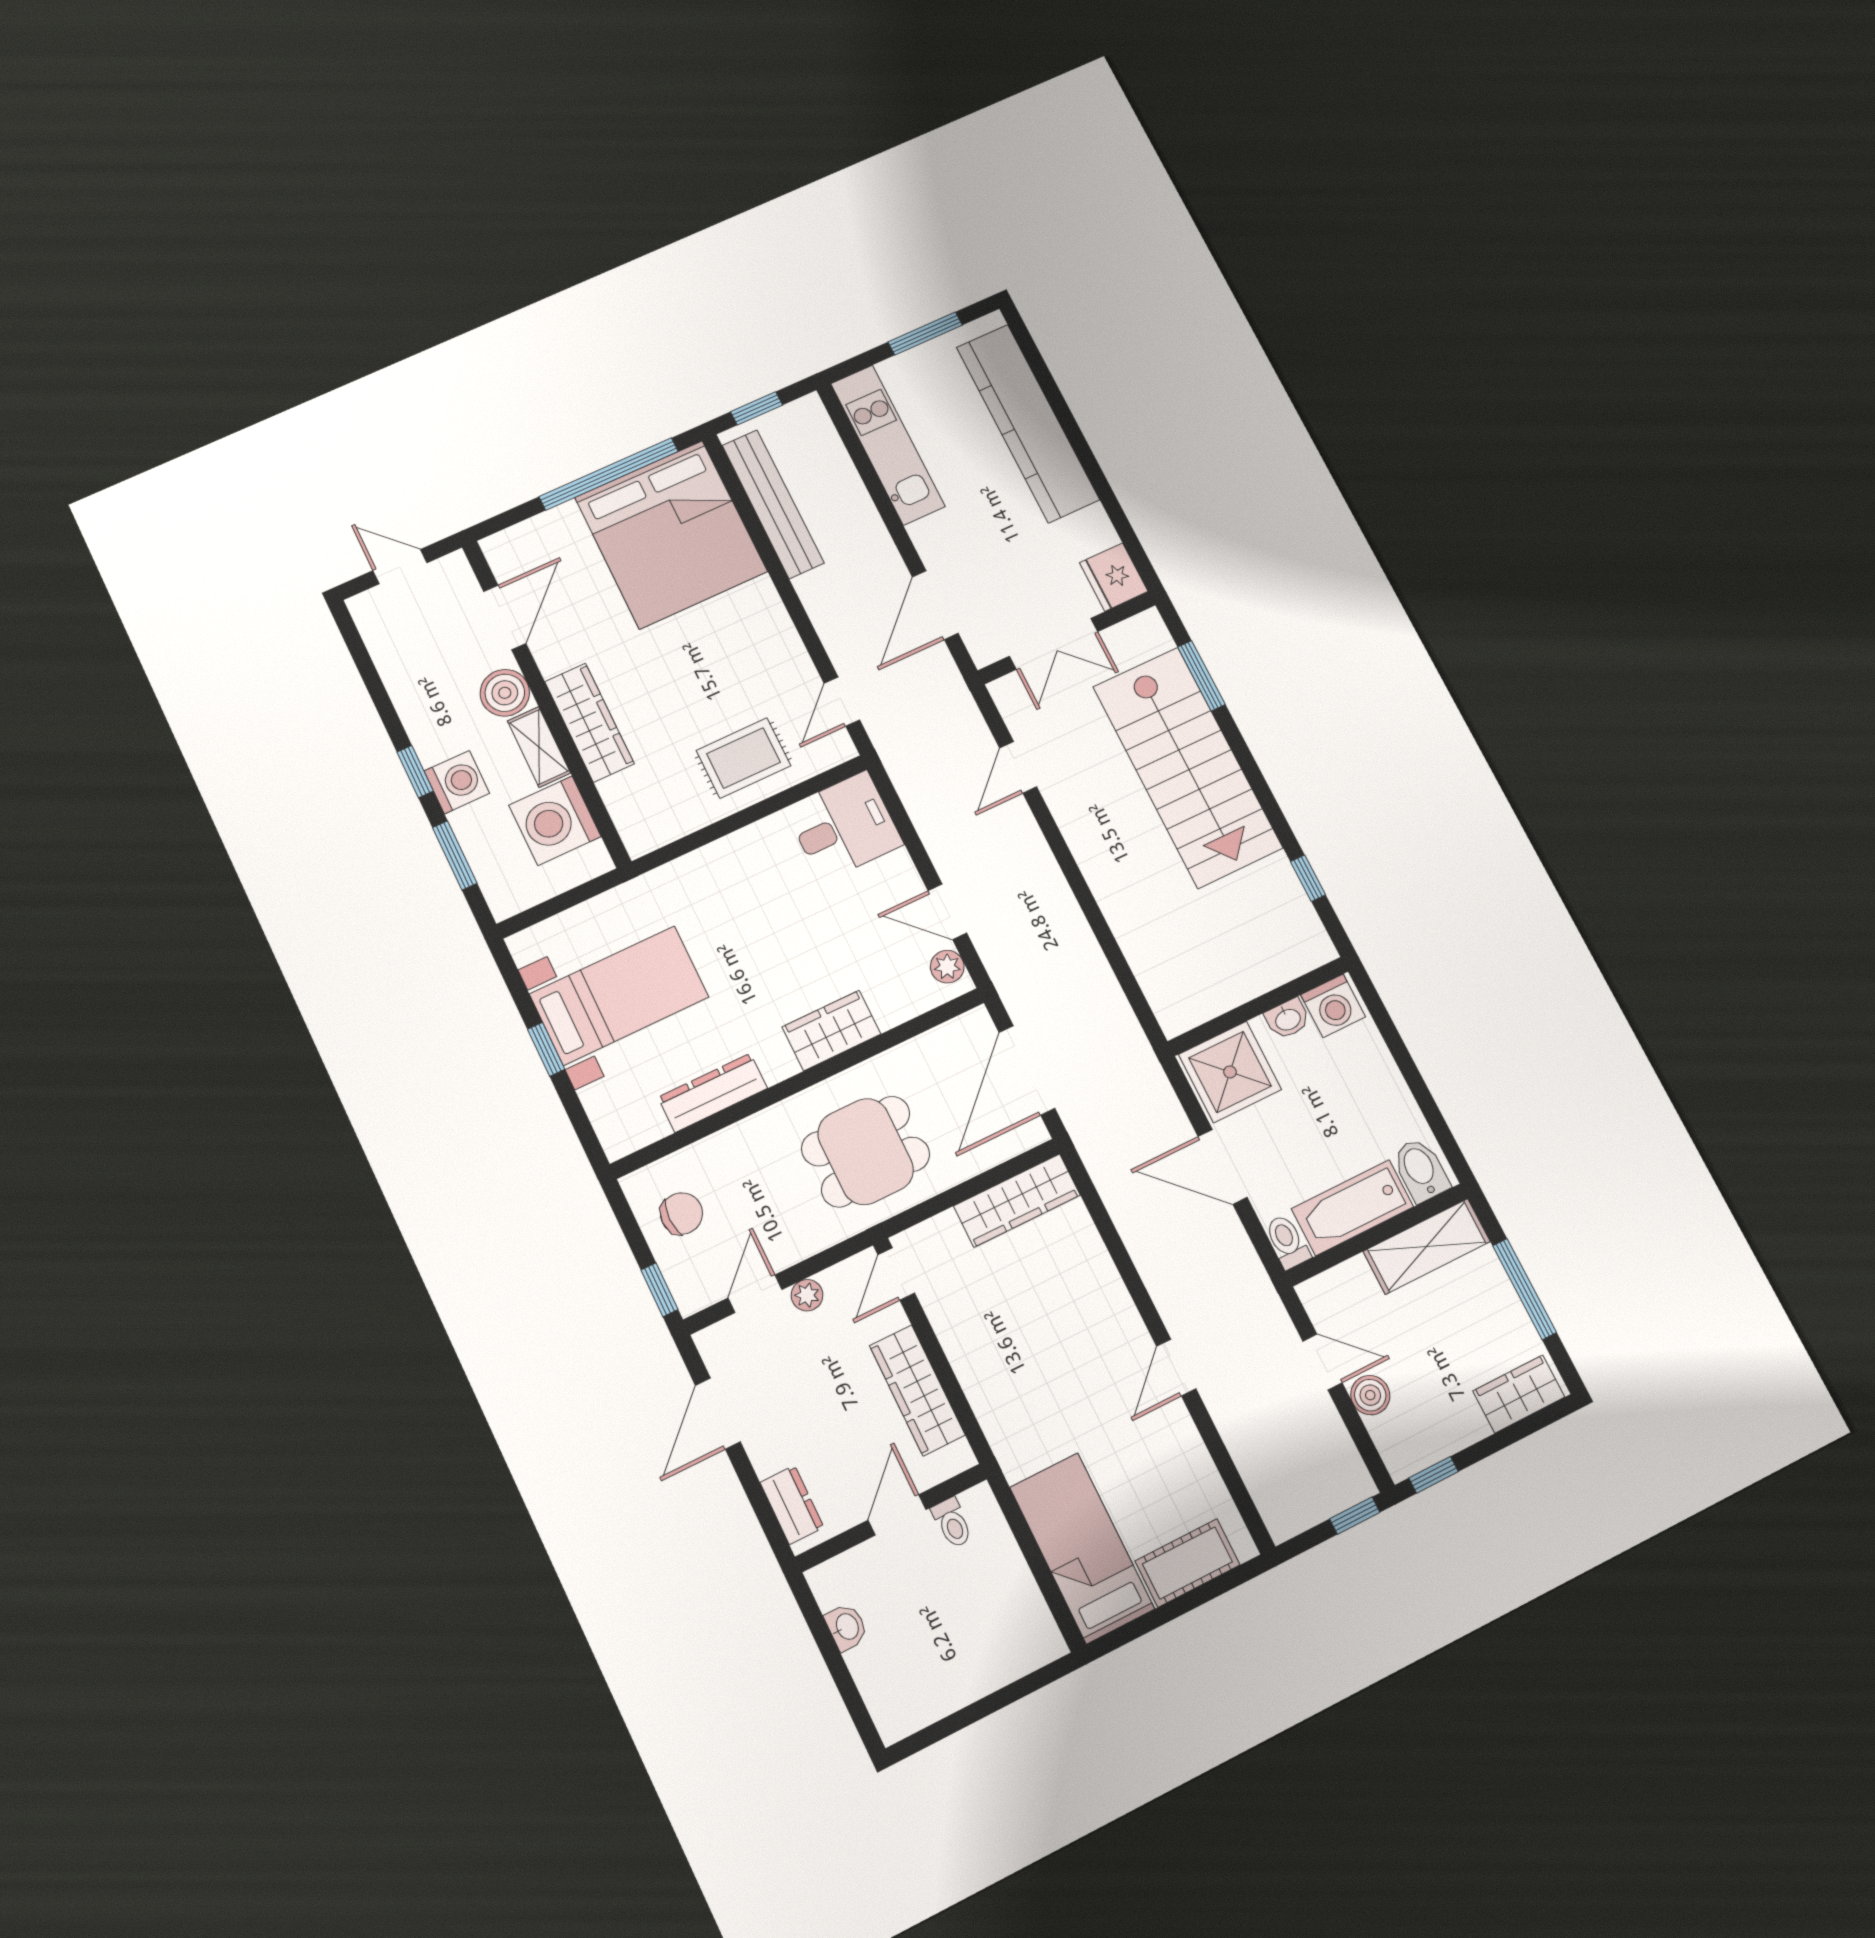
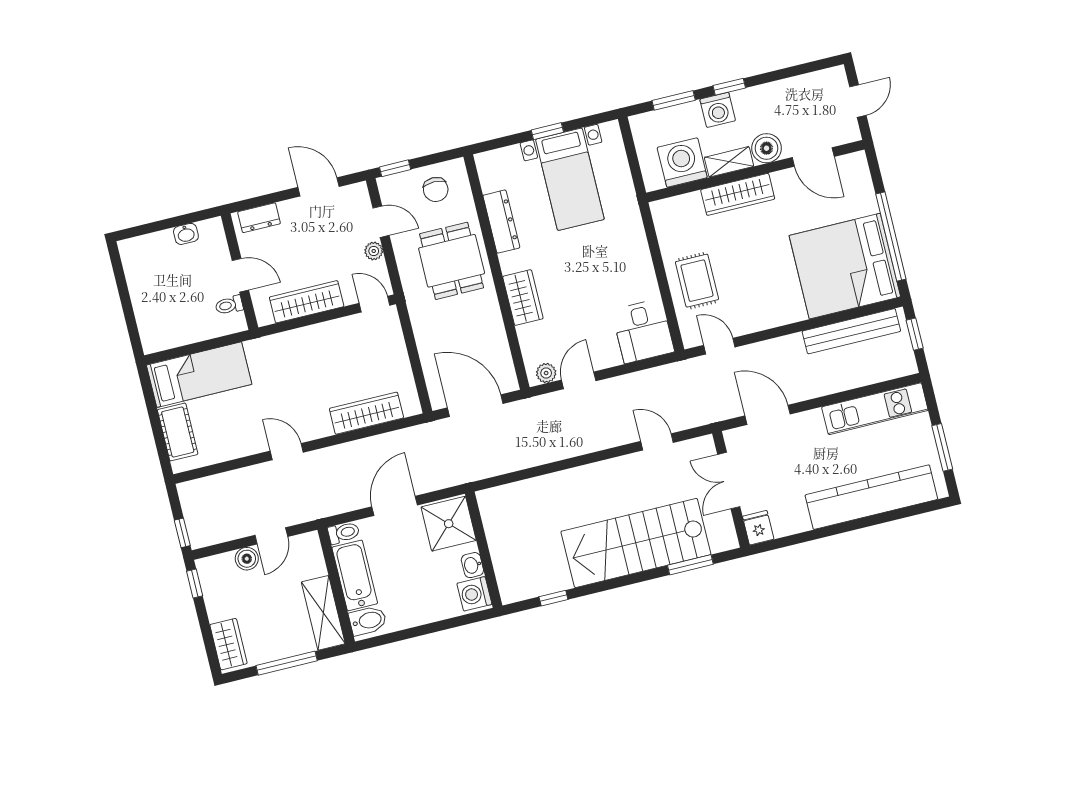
fridge: (1114, 577) -> (758, 528), width x0.72
dining table: (866, 1152) -> (452, 261), moved
wardrobe: (1017, 1201) -> (366, 413), moved, turned 90

